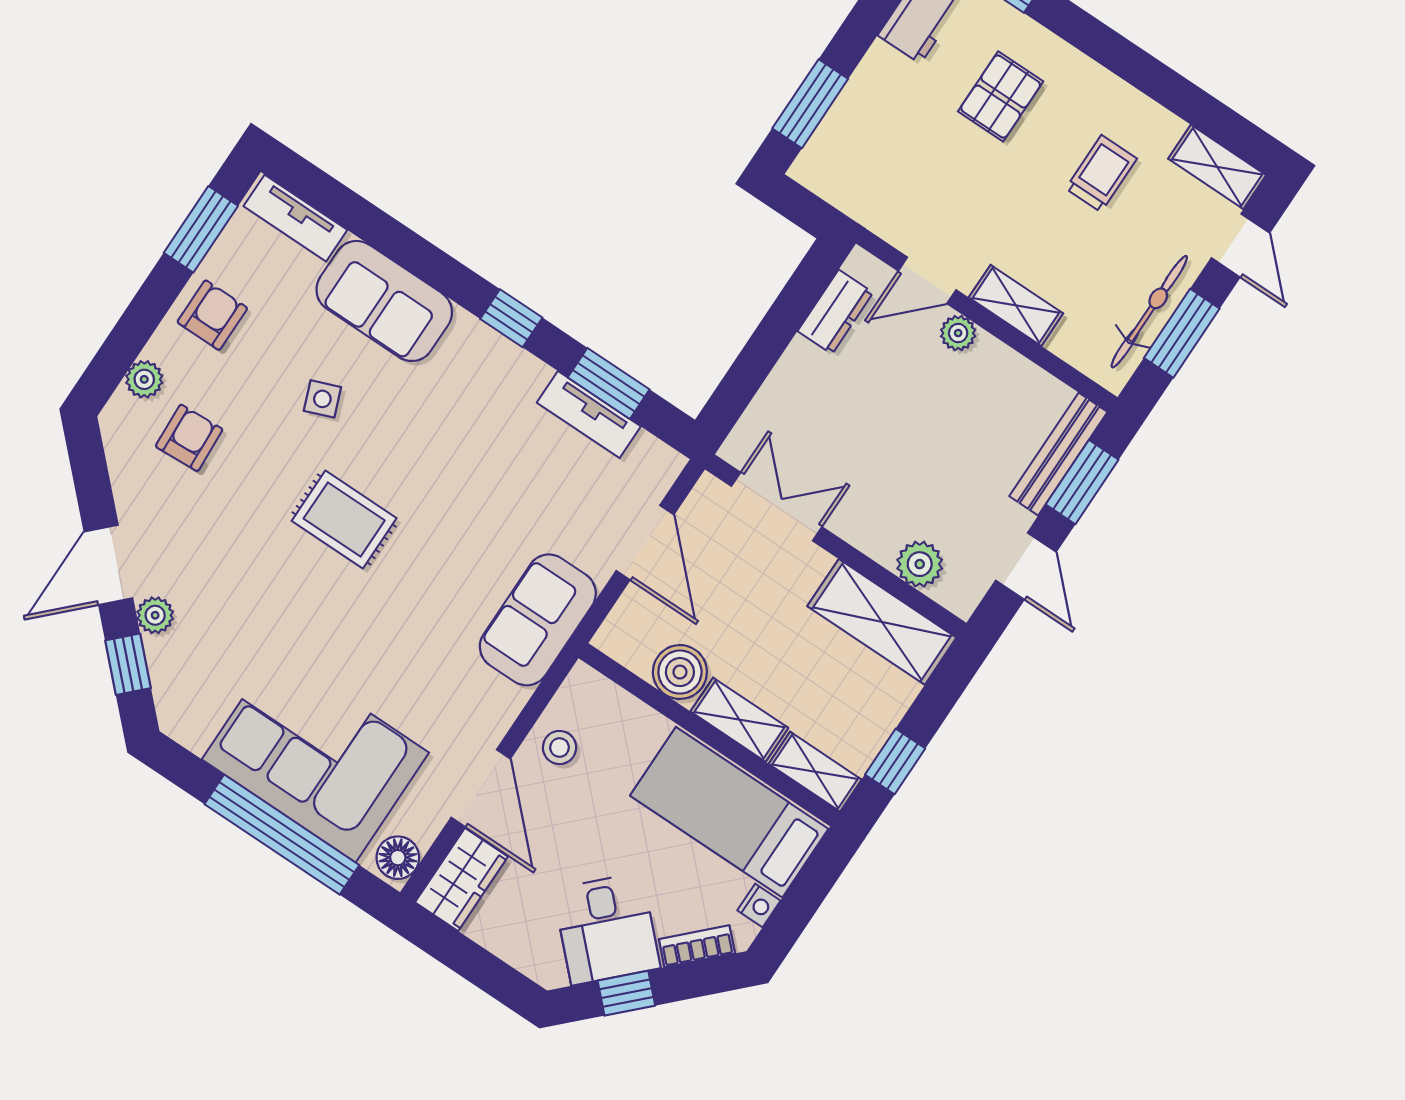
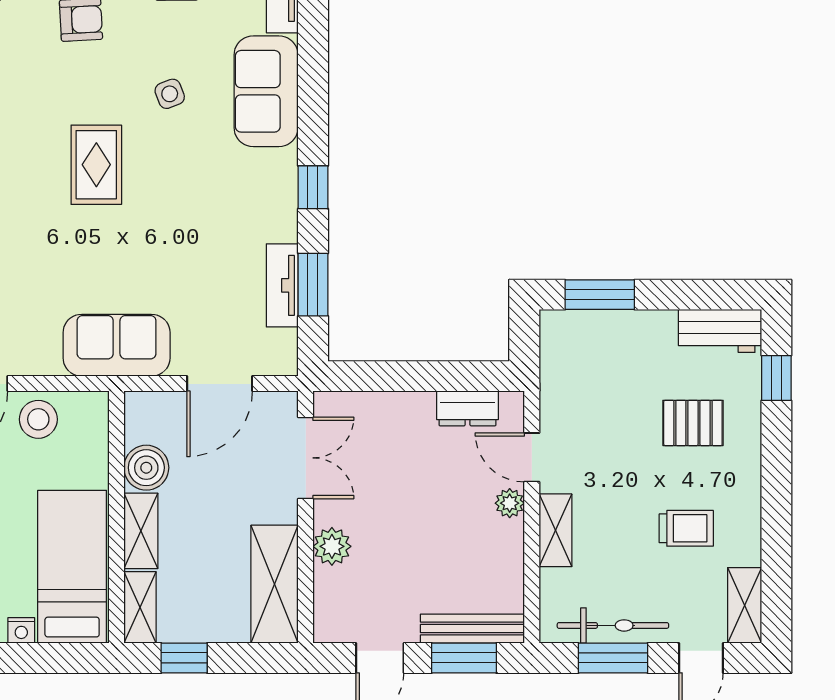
plant: (920, 564) -> (332, 546), moved
stool: (560, 747) -> (38, 419), width x1.37, depth x1.37

